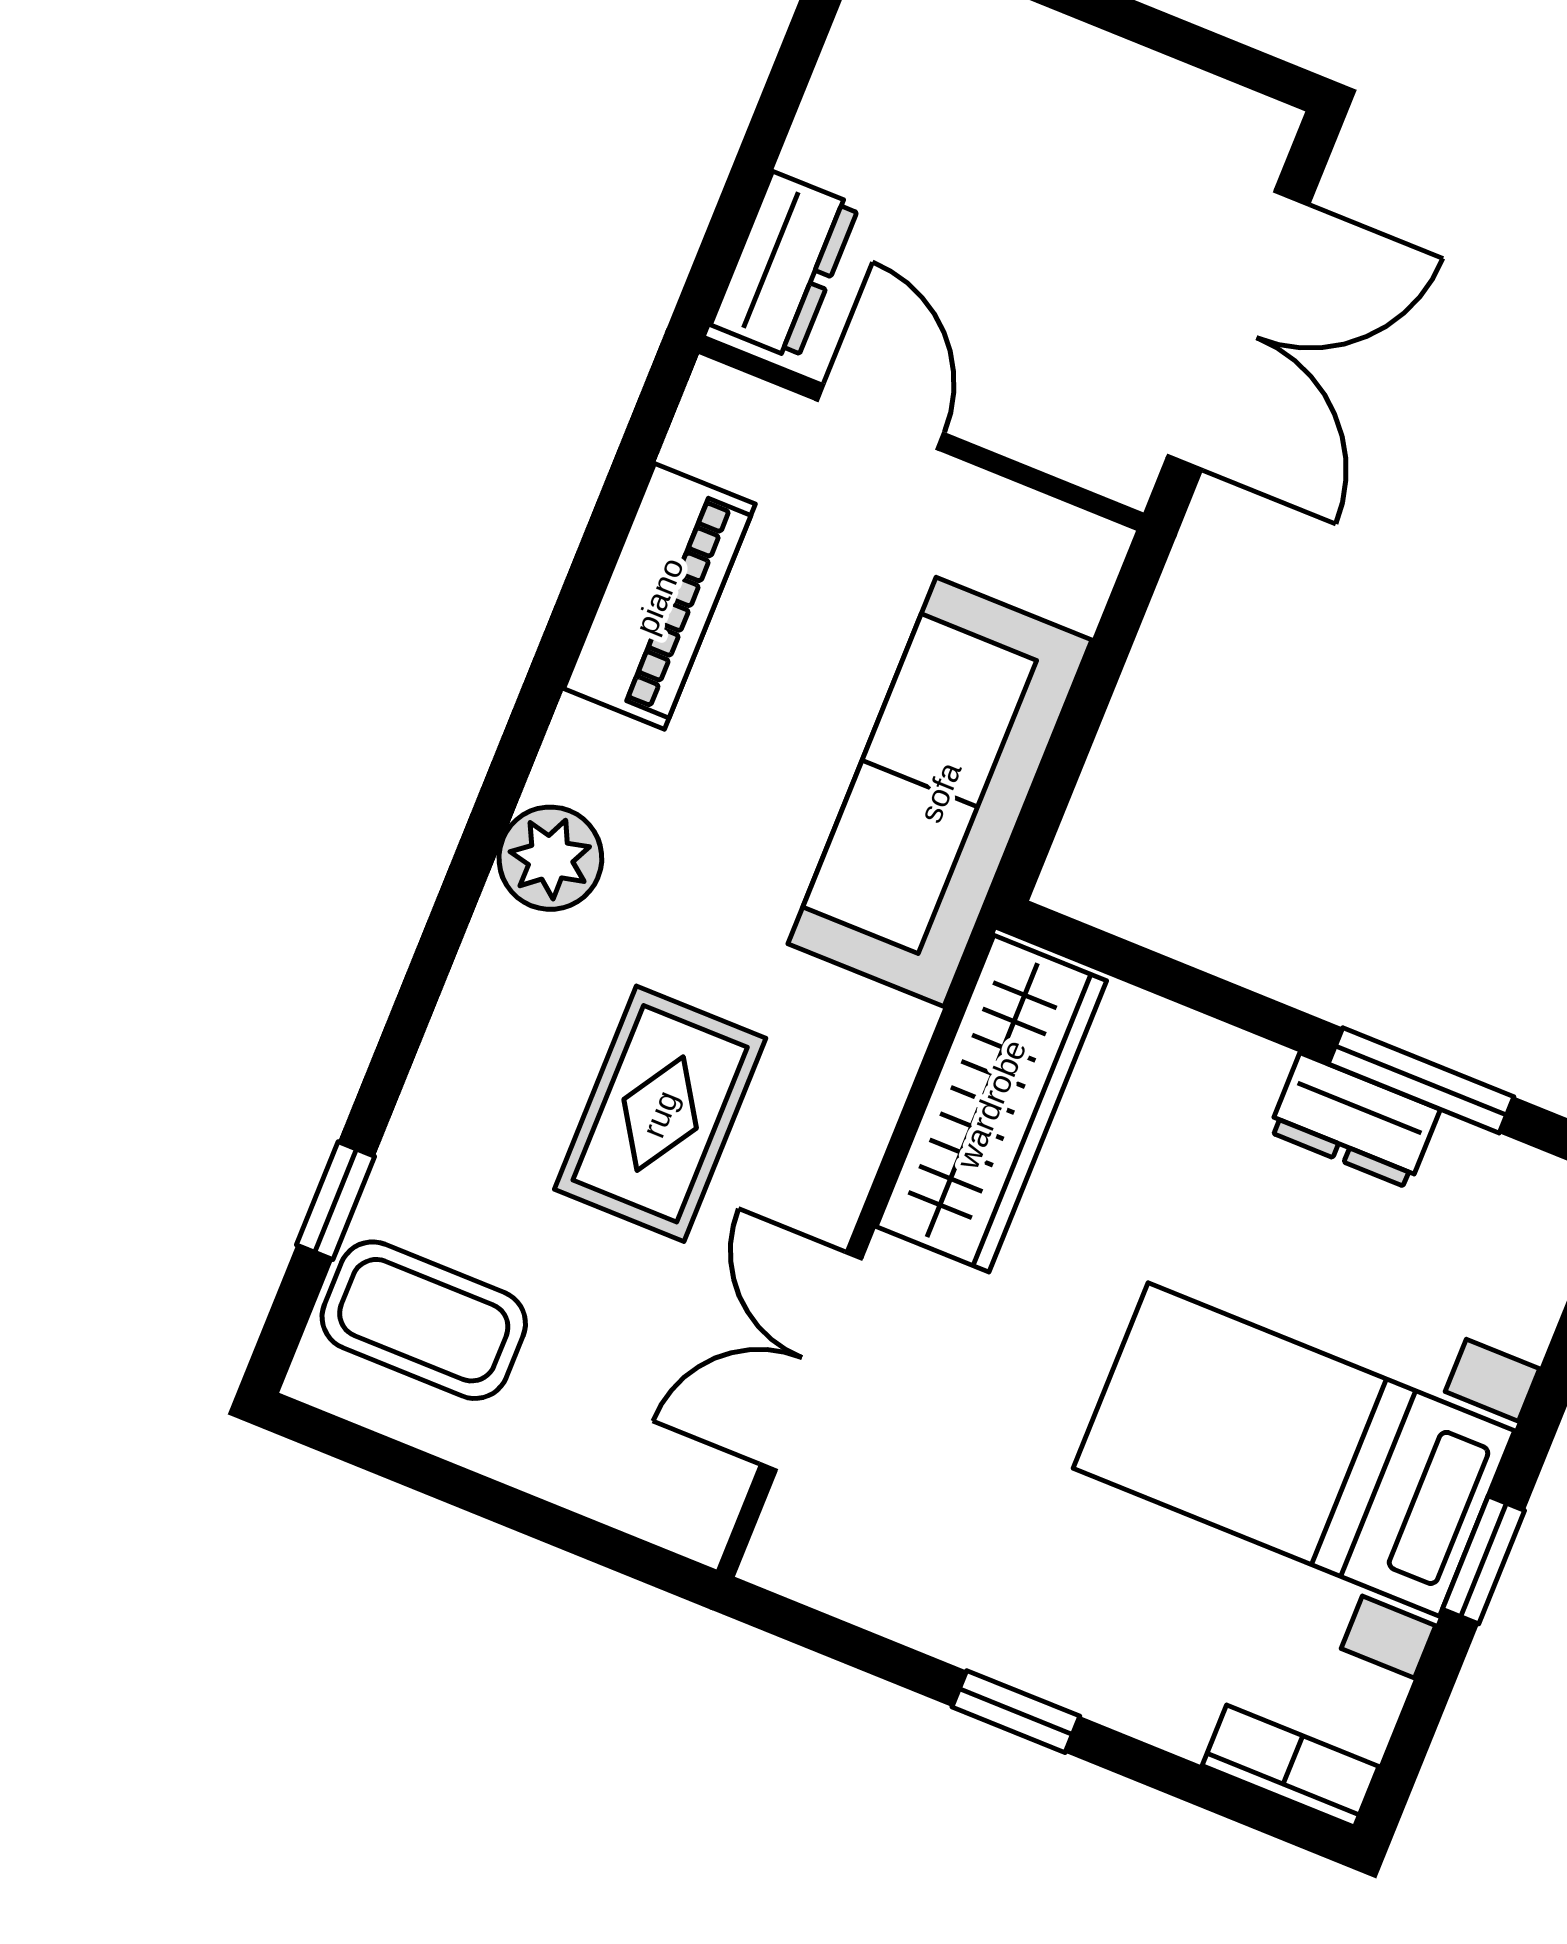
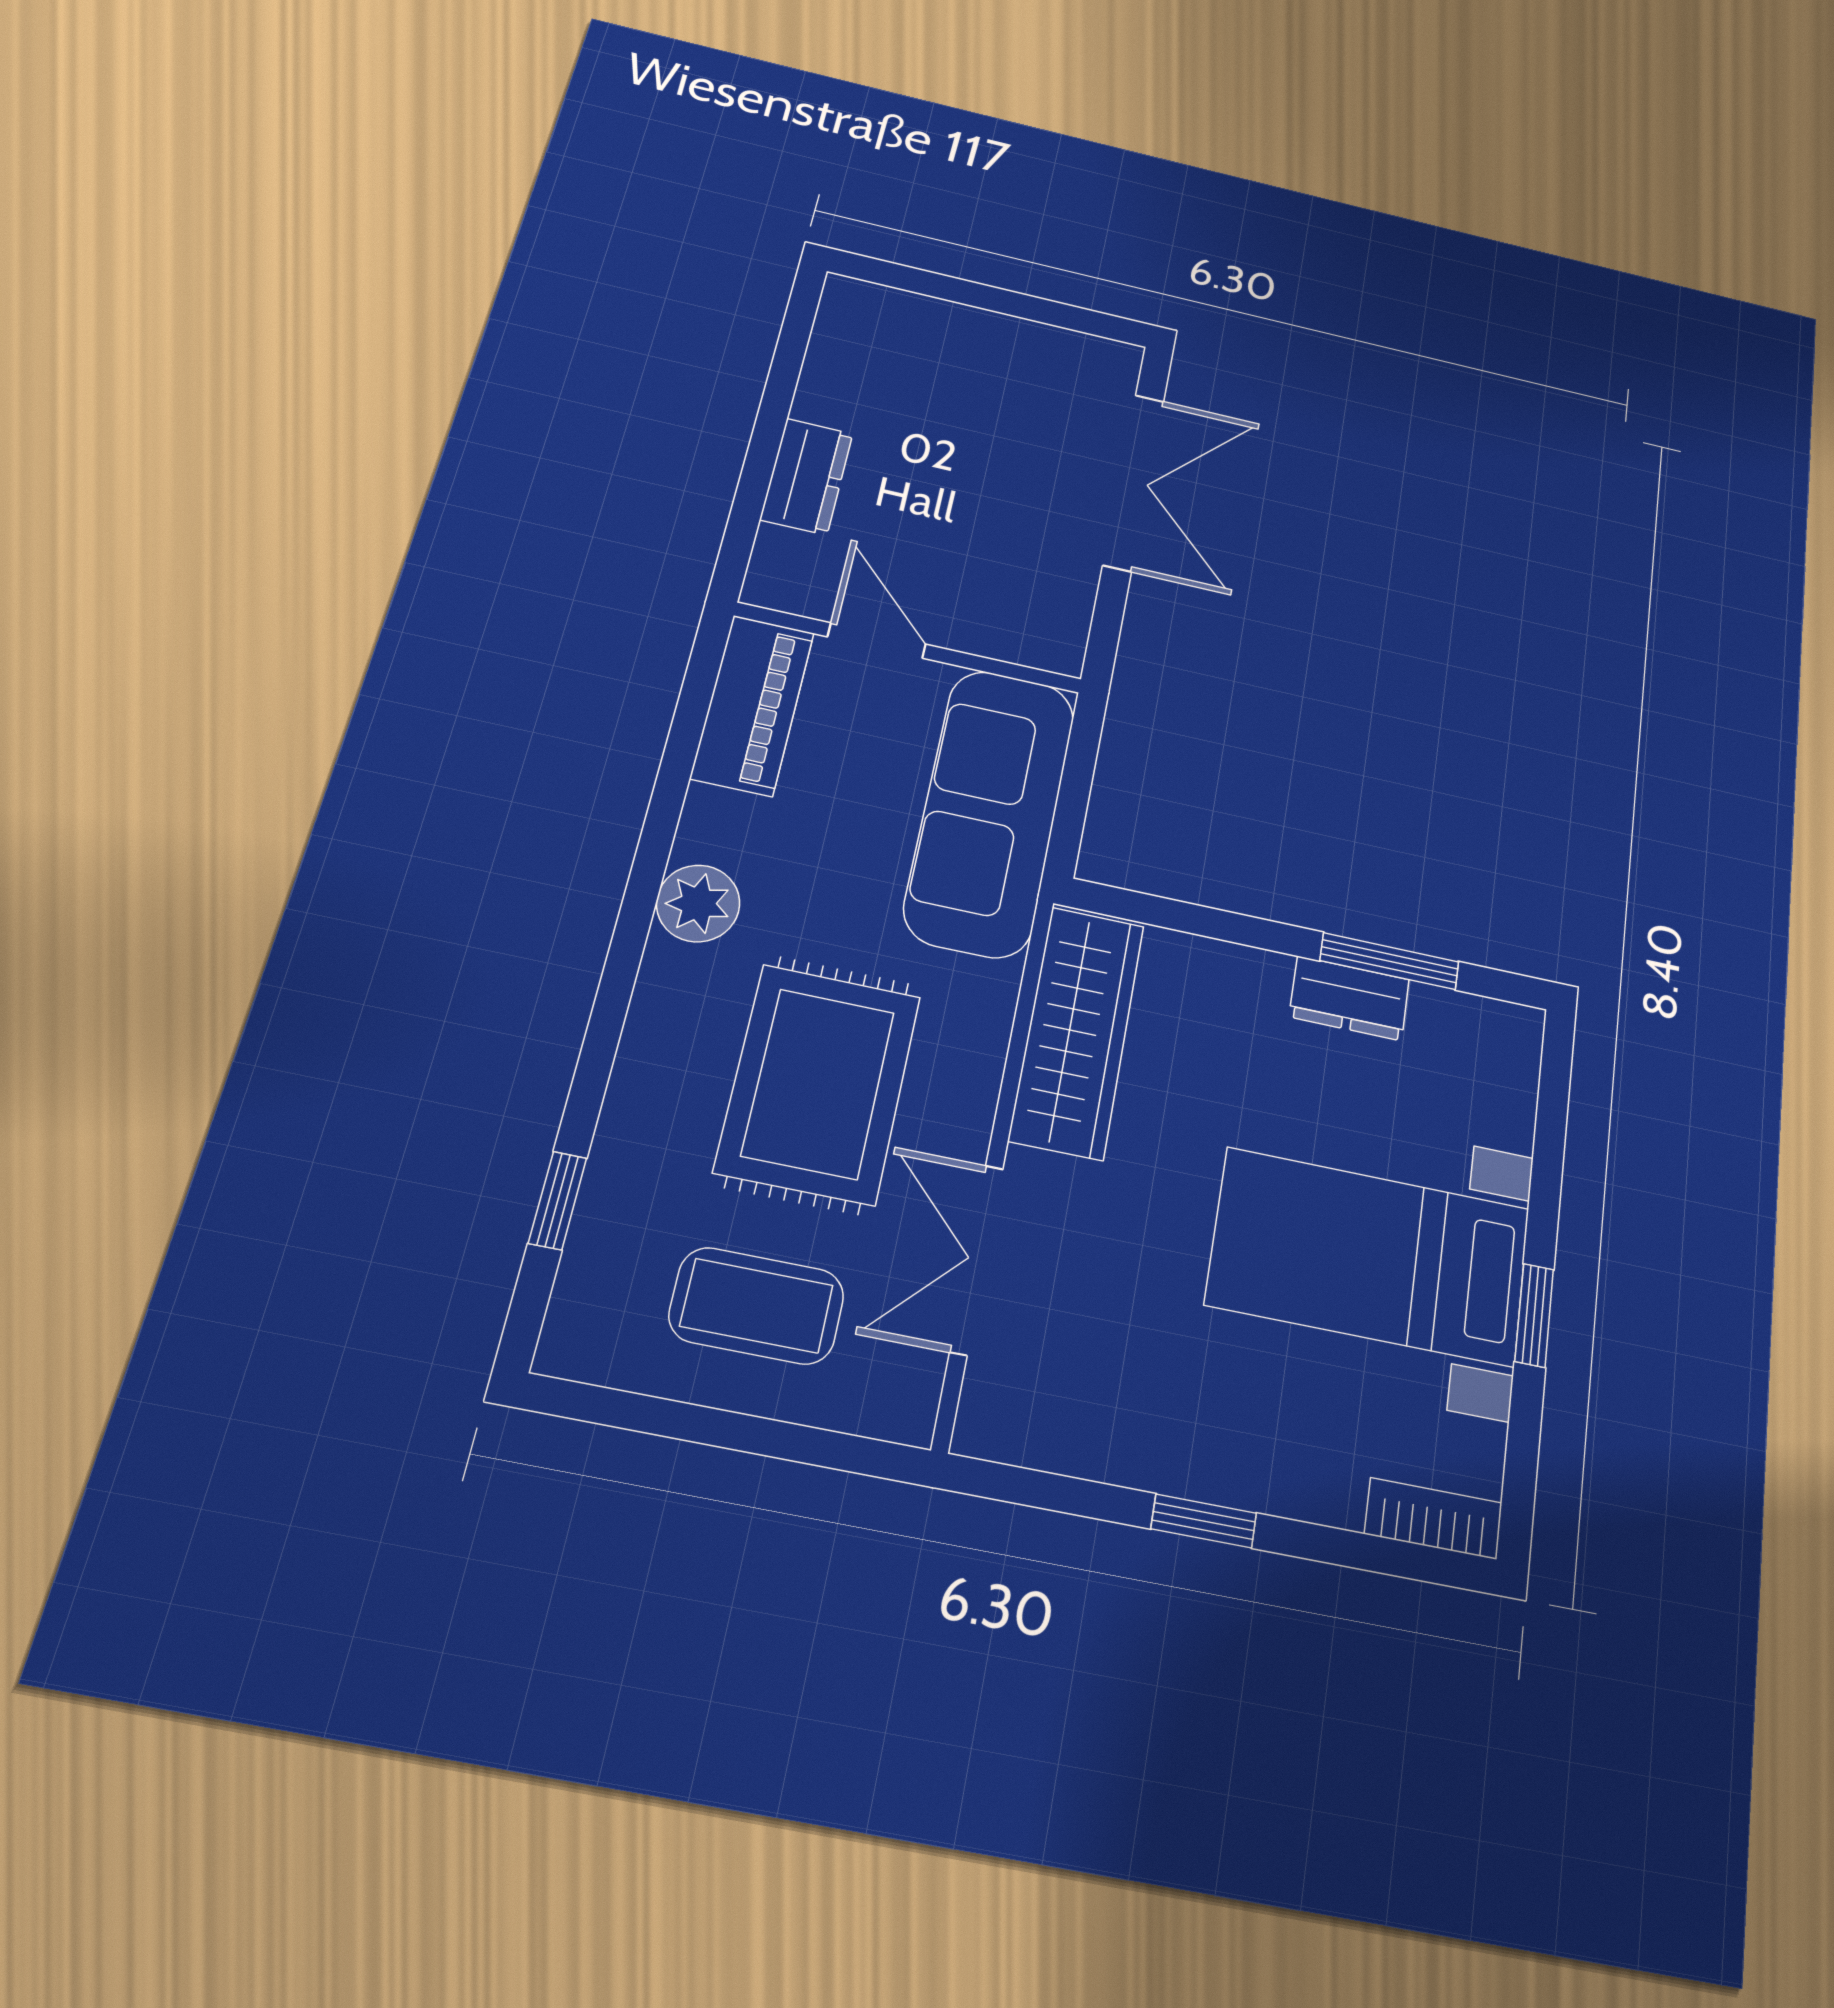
door: (880, 417) -> (877, 640), moved
wall: (921, 433) -> (909, 648), moved
rug: (660, 1114) -> (818, 1083), width x1.36, depth x1.43
coffee table: (424, 1320) -> (757, 1306), moved

